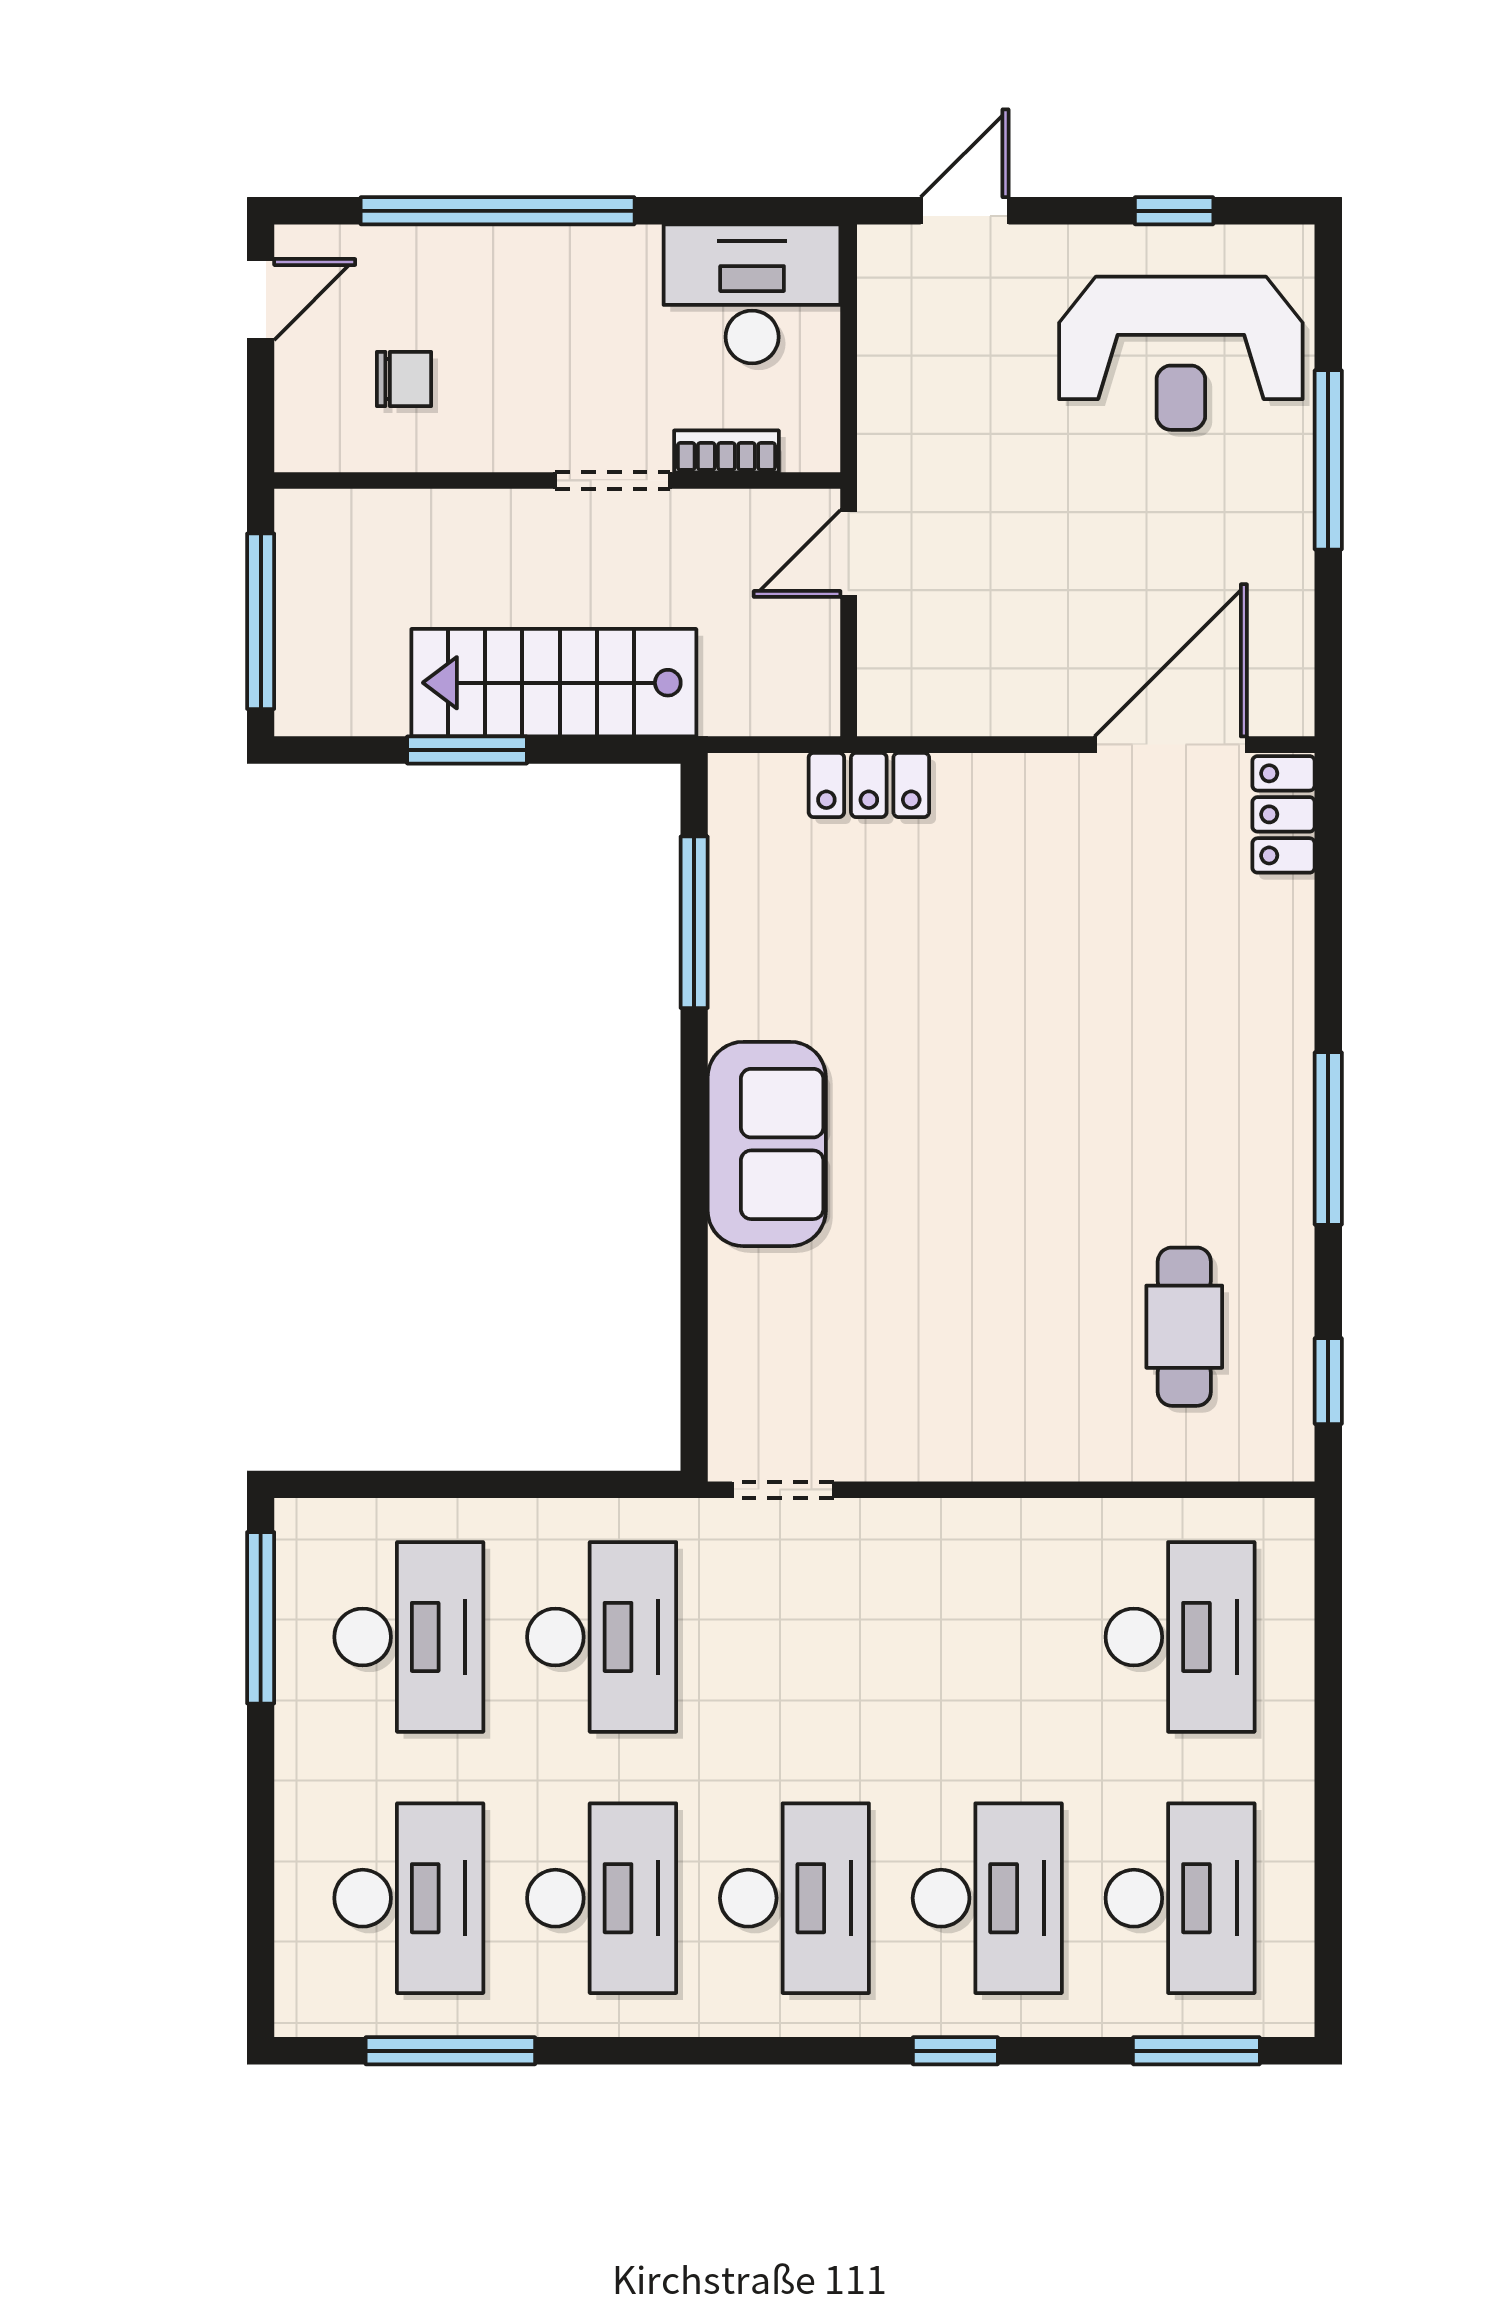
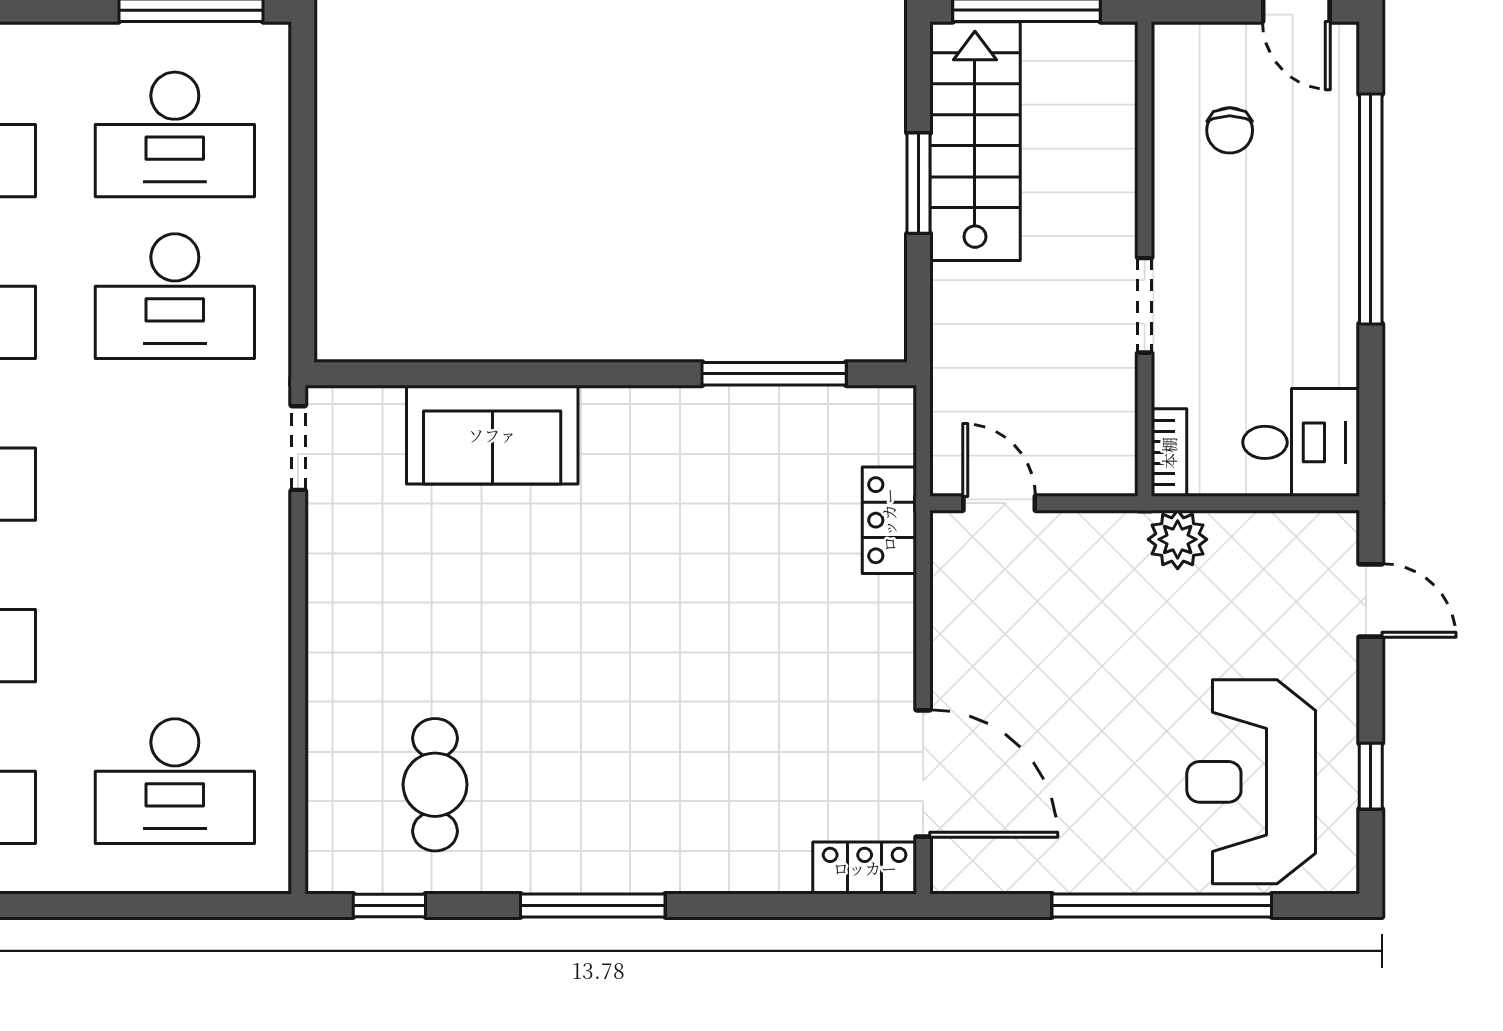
desk: (752, 294) -> (1301, 442), width x0.73
plant: (892, 441) -> (1178, 539), added
bookcase: (726, 451) -> (1169, 453), moved
window: (1328, 460) -> (1162, 905), width x1.46
door: (849, 554) -> (999, 503), moved
stairs: (554, 683) -> (975, 141), moved
sofa: (767, 1144) -> (492, 435), moved
cafe table: (1184, 1327) -> (435, 785), turned 90

